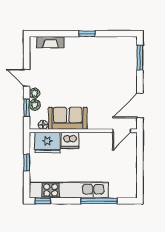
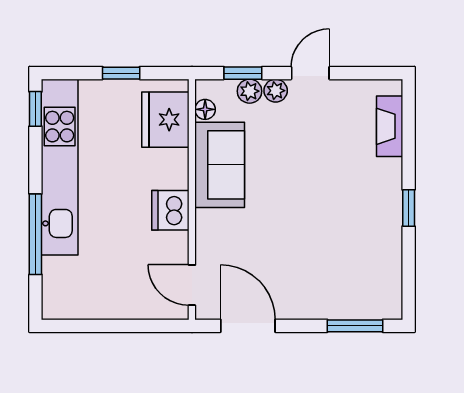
dishwasher: (70, 140) -> (170, 210), moved

